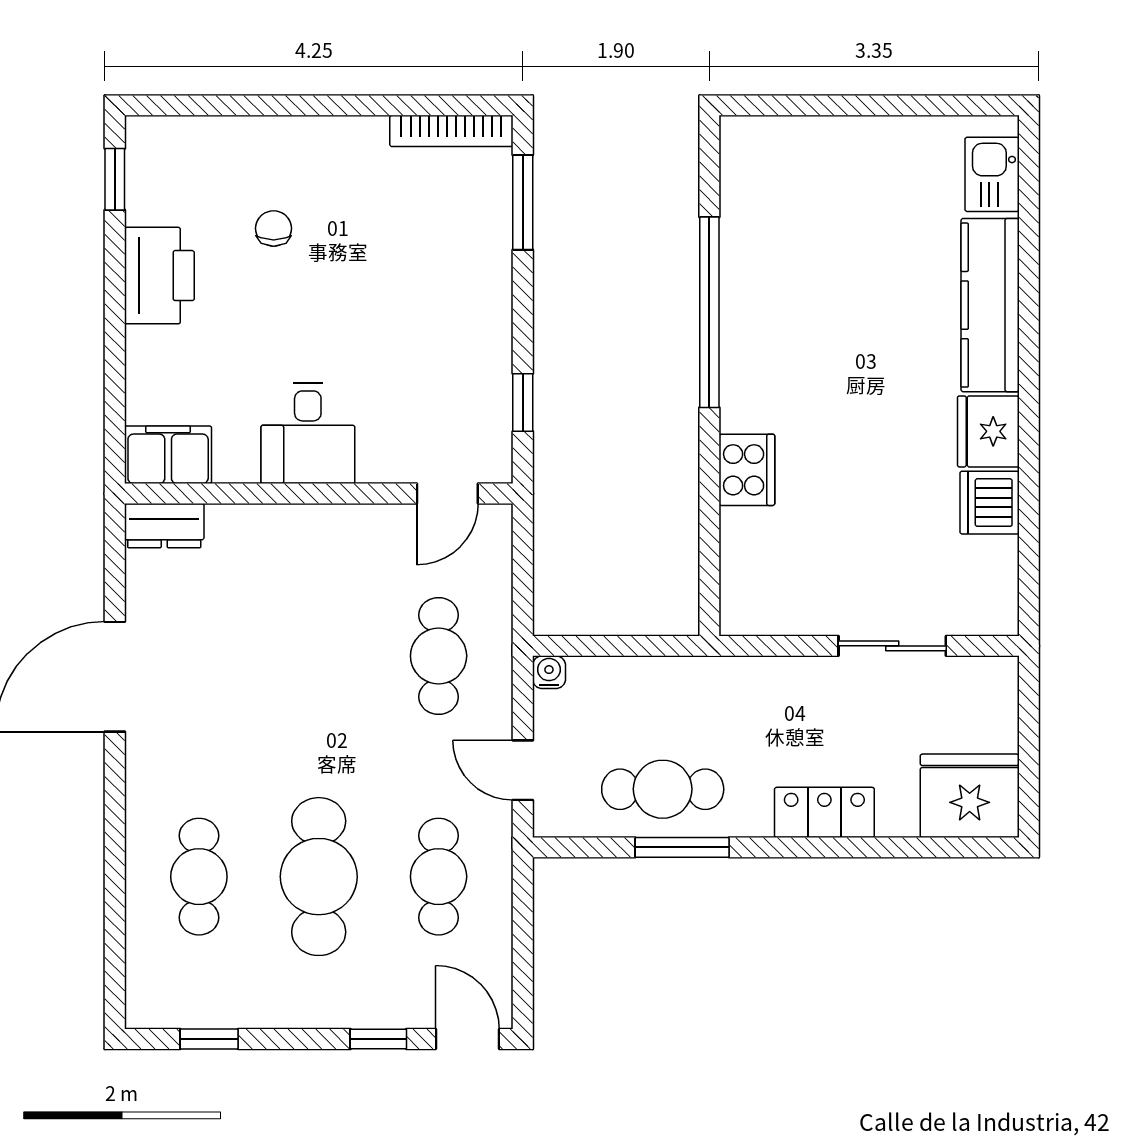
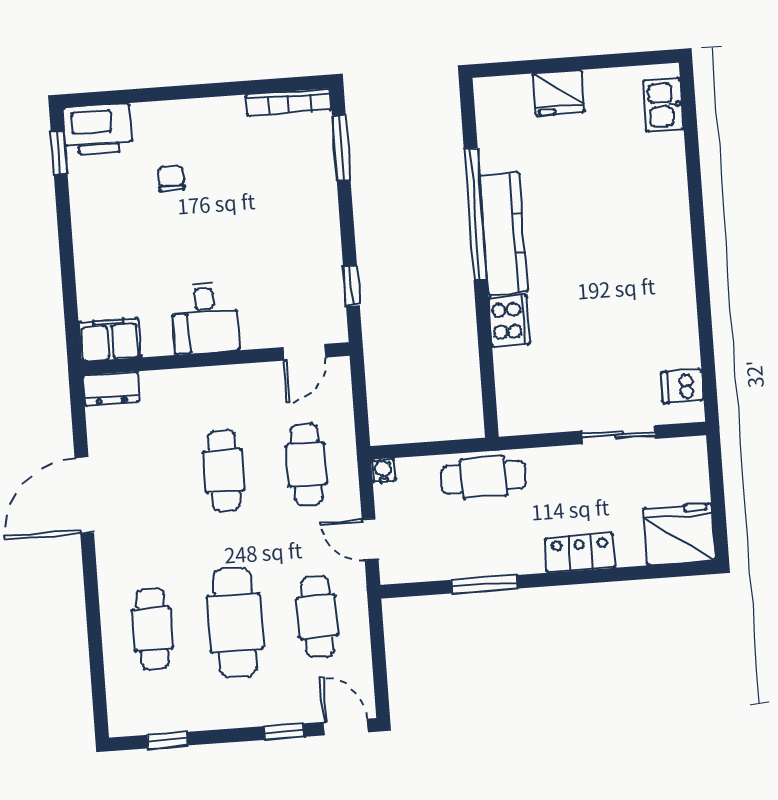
printer: (159, 276) -> (98, 129), moved, turned 90
kitchen counter: (990, 305) -> (504, 234), moved, turned 180
fridge: (988, 431) -> (558, 93), moved, turned -90
dishwasher: (990, 503) -> (682, 386), moved, width x0.73
cafe table: (319, 656) -> (224, 471), added
cafe table: (663, 789) -> (483, 477), moved

